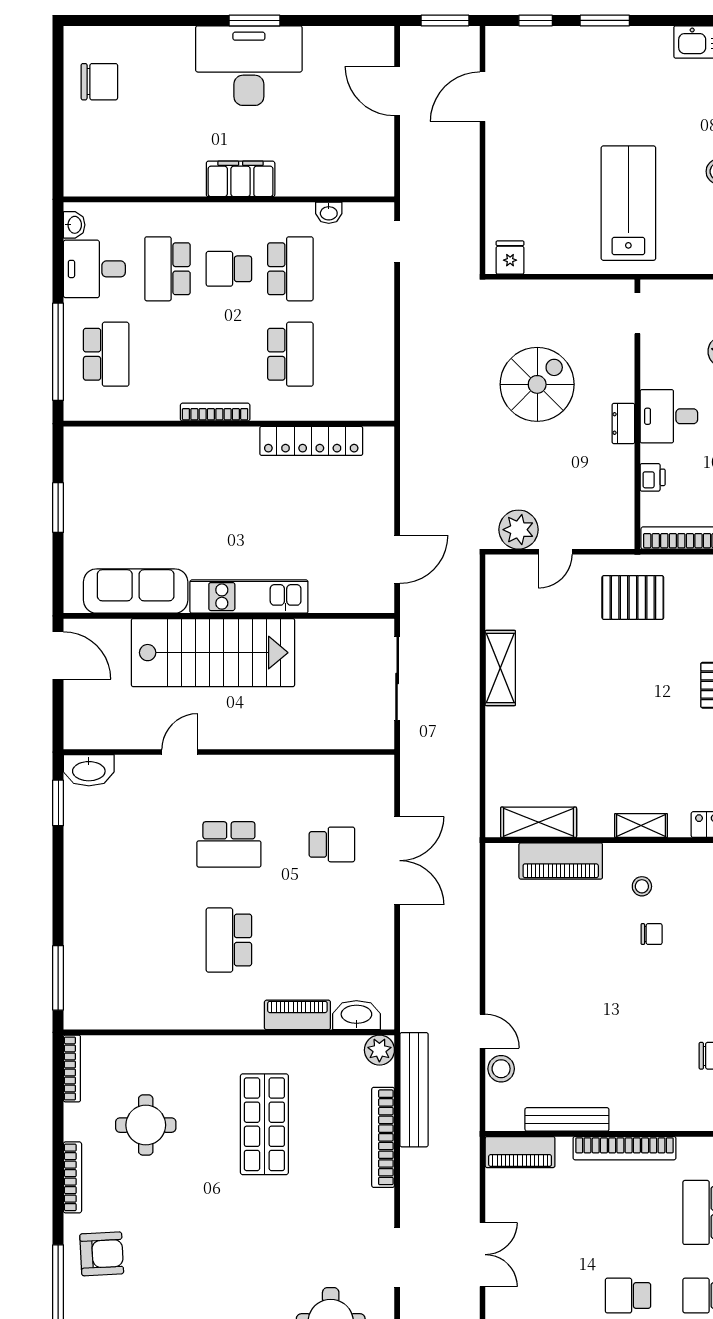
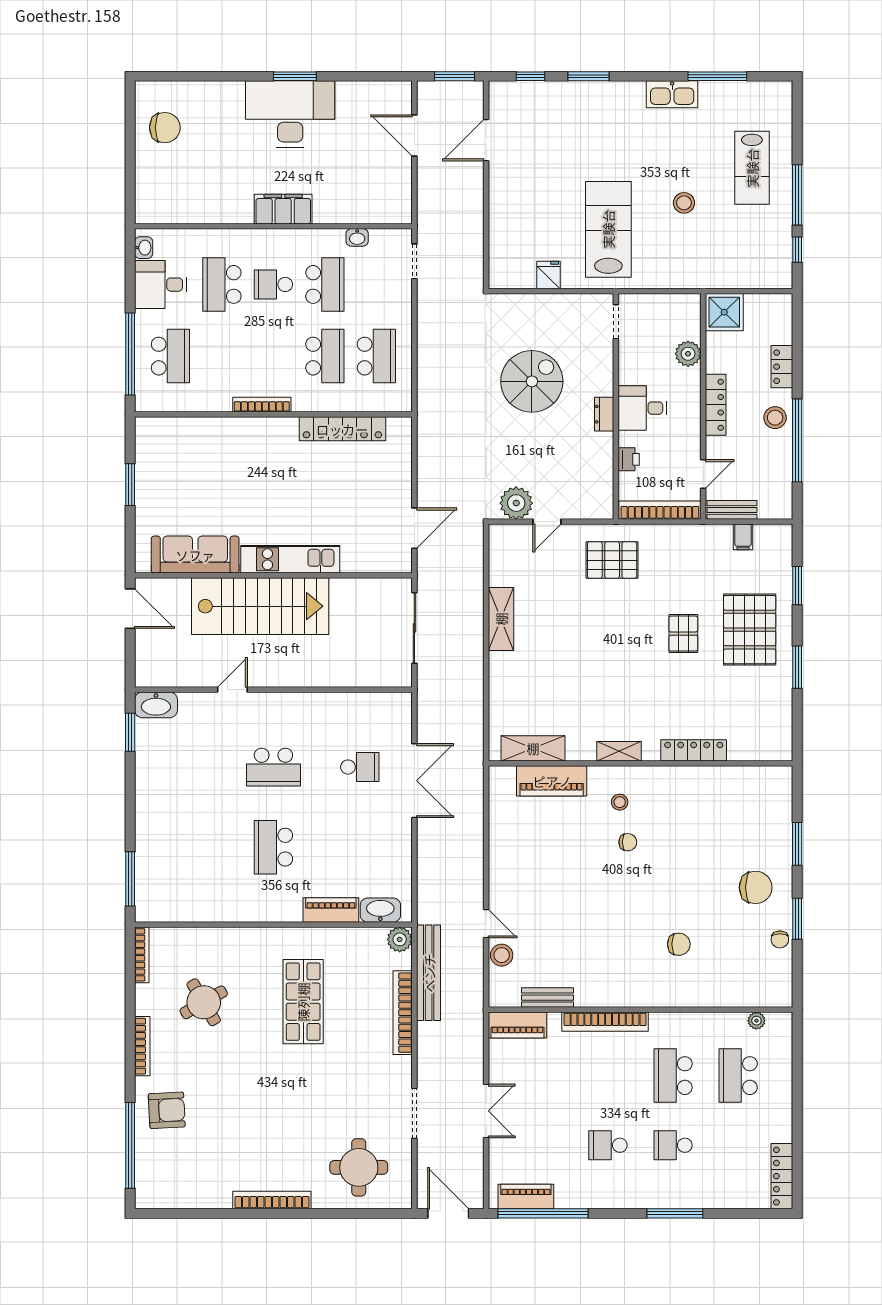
fridge: (510, 258) -> (548, 275), moved
school desk: (352, 354) -> (376, 356), added
bench: (567, 1119) -> (547, 998), width x0.73
round table: (146, 1125) -> (204, 1002), turned -30

